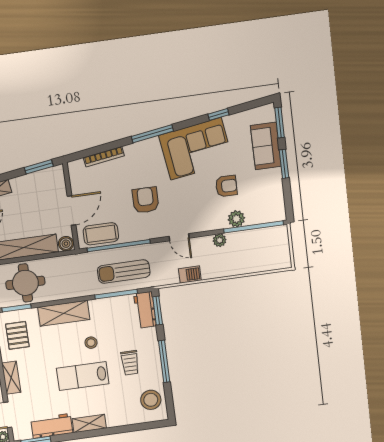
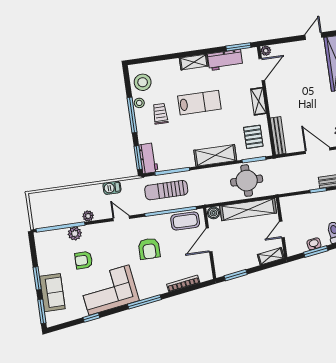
sun lounger: (124, 272) -> (166, 190), turned 180
stool: (91, 343) -> (139, 103), moved

